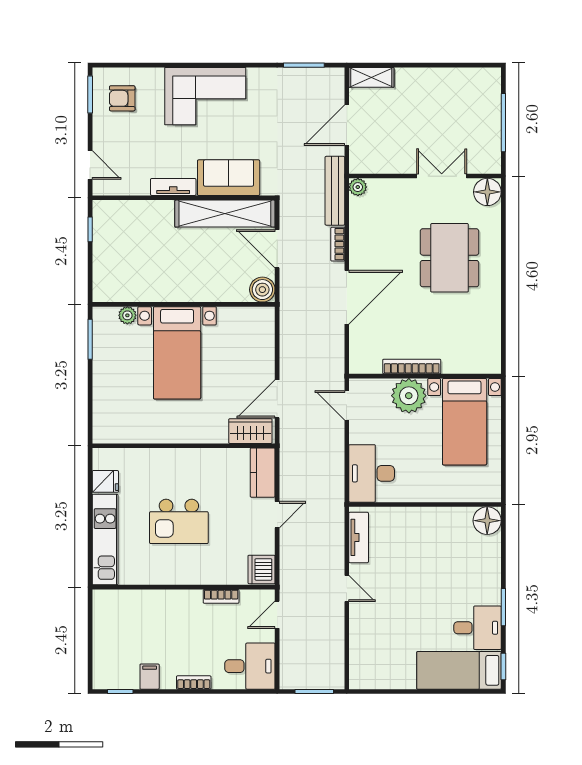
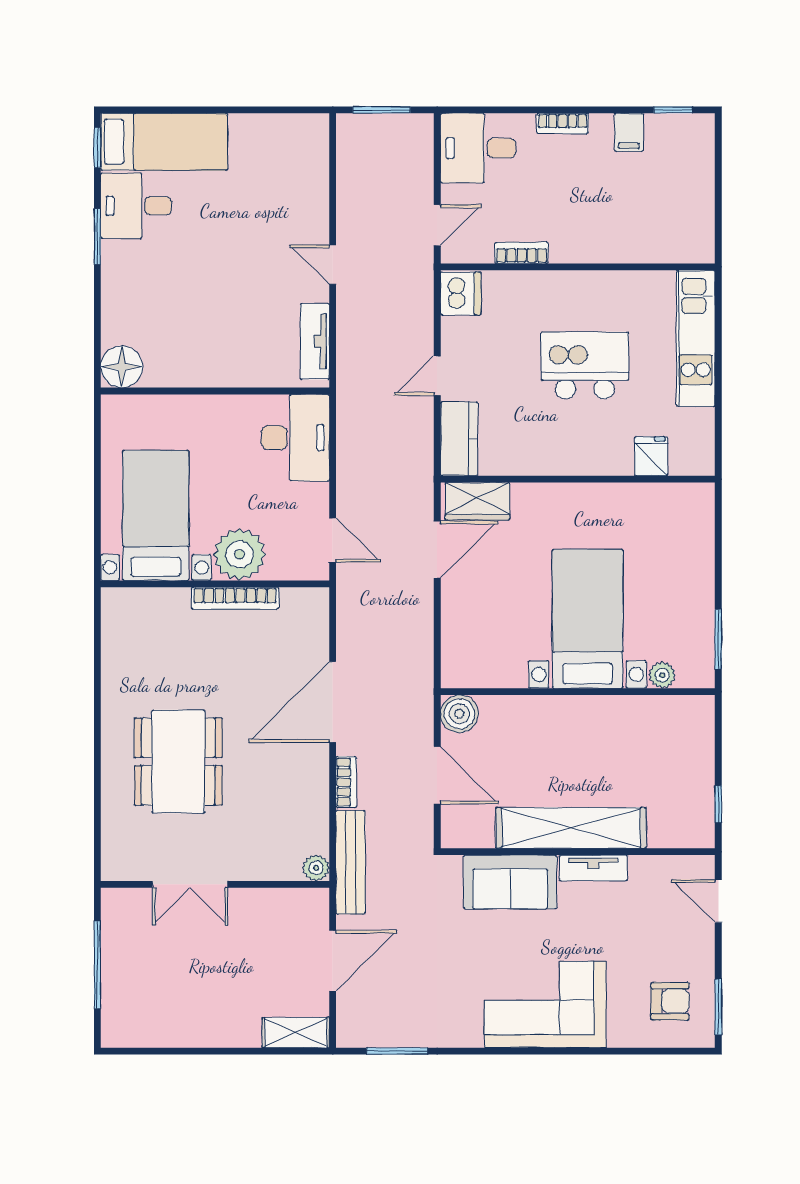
floor lamp: (487, 192) -> (121, 860), removed
shelving: (225, 214) -> (571, 828), moved
fridge: (105, 481) -> (651, 456), moved, turned 90

